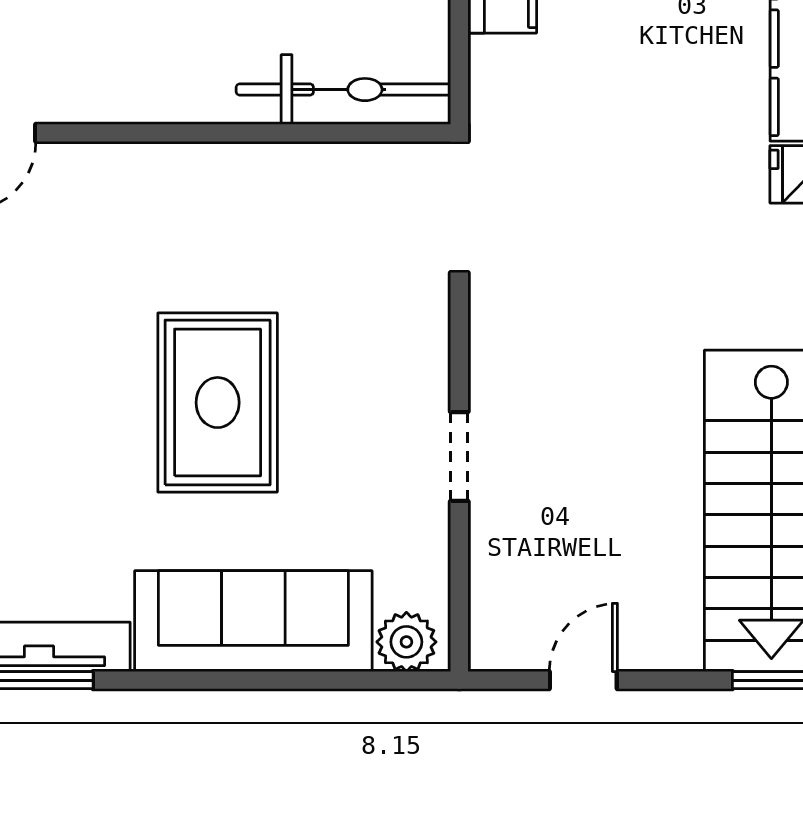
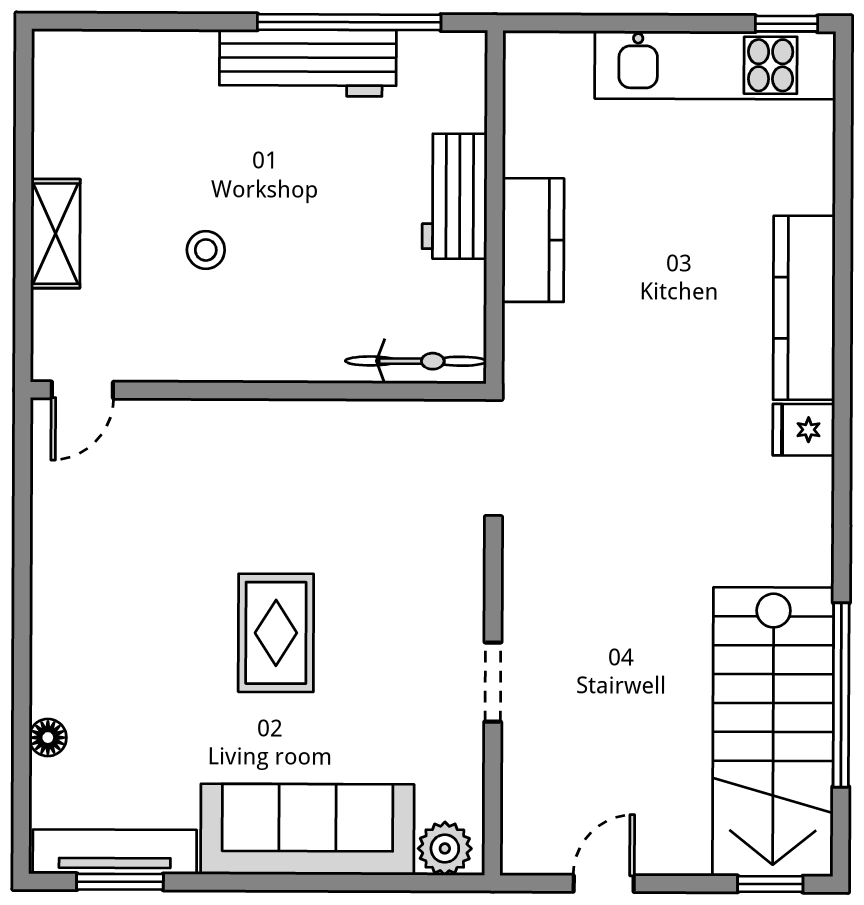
bicycle: (343, 90) -> (416, 361), width x0.73, depth x0.71
rug: (218, 403) -> (276, 633), width x0.73, depth x0.70

